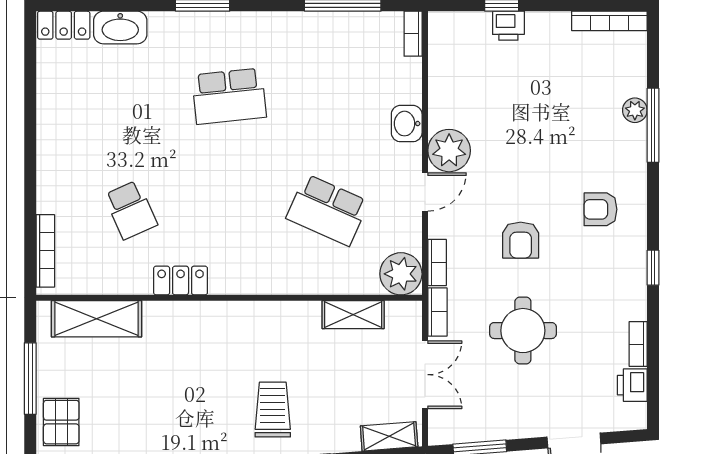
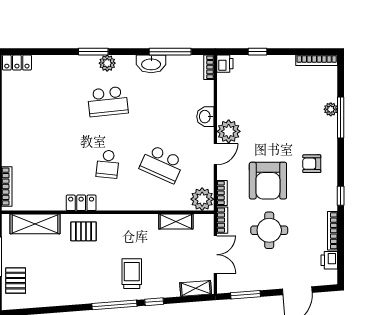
plant: (228, 26) -> (107, 63), added
printer: (508, 26) -> (225, 64), moved, turned -90
washbasin: (120, 28) -> (151, 64), moved
school desk: (131, 210) -> (108, 164), moved, turned 30
armchair: (521, 240) -> (268, 181), width x1.88, depth x1.88
pallet: (185, 333) -> (84, 231), added
bookcase: (638, 344) -> (332, 231), width x1.56

